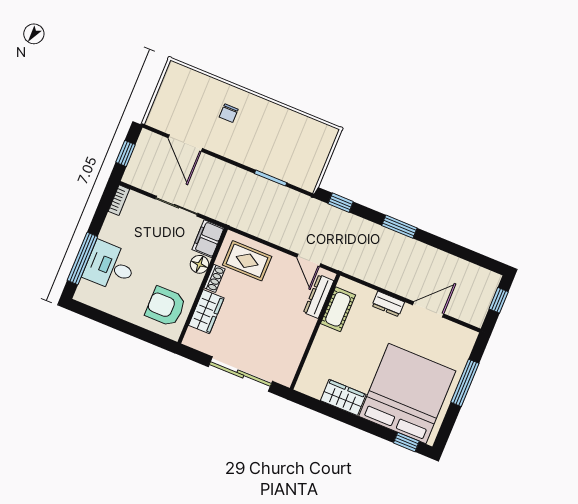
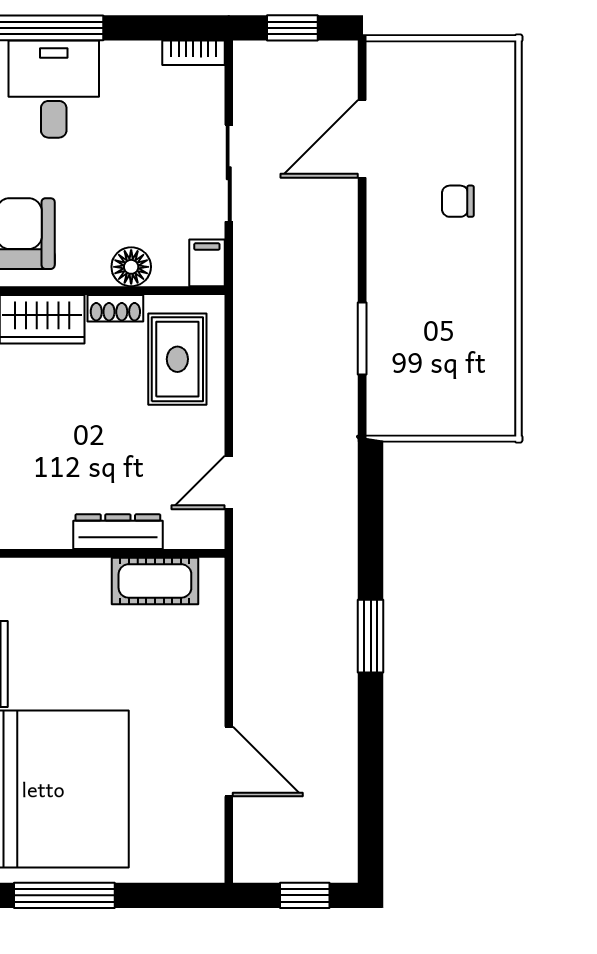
window: (341, 203) -> (371, 499), removed
filing cabinet: (208, 239) -> (207, 263), width x0.50
dresser: (319, 297) -> (118, 532), moved
dresser: (388, 304) -> (207, 677), removed
window: (465, 383) -> (64, 895), moved

